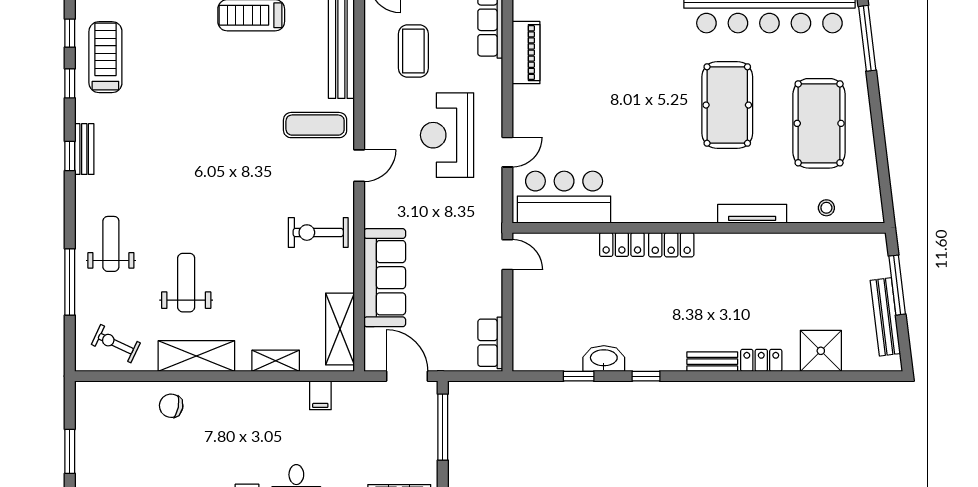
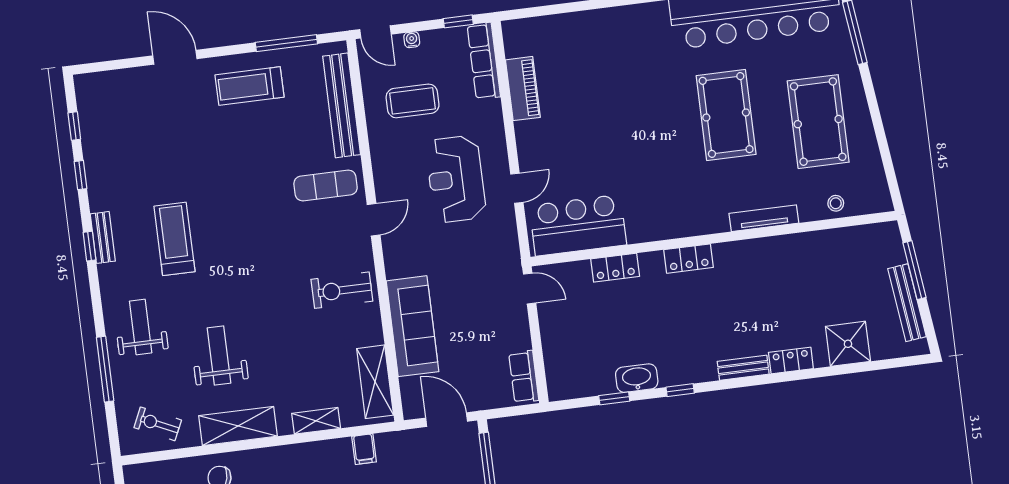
coffee table: (413, 51) -> (413, 101), turned 90
treadmill: (105, 57) -> (174, 239), moved
locker: (622, 245) -> (615, 268), moved

